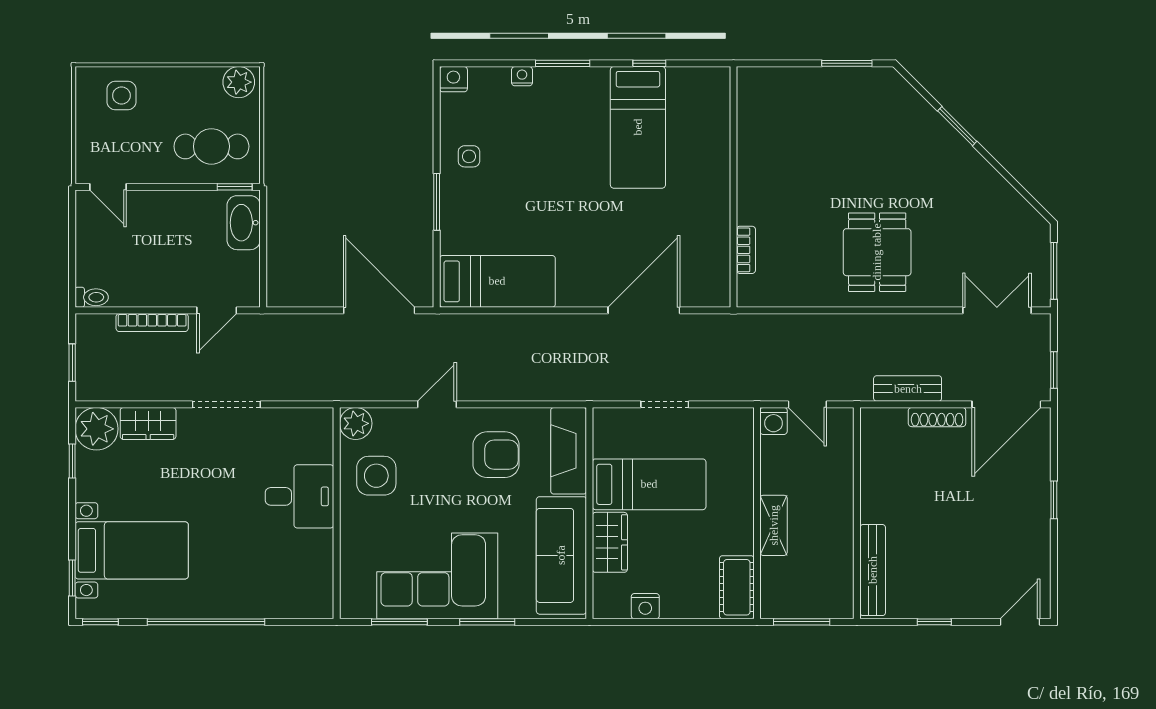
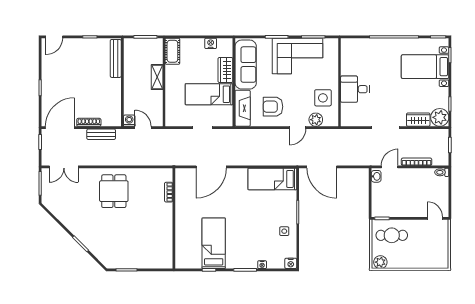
side table: (121, 95) -> (429, 257), removed
washbasin: (244, 223) -> (376, 176), moved, width x0.52, depth x0.69
washing machine: (774, 421) -> (129, 121), moved
plant: (356, 423) -> (316, 120), moved

